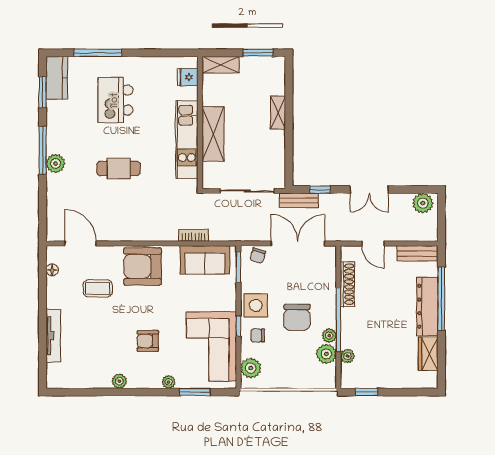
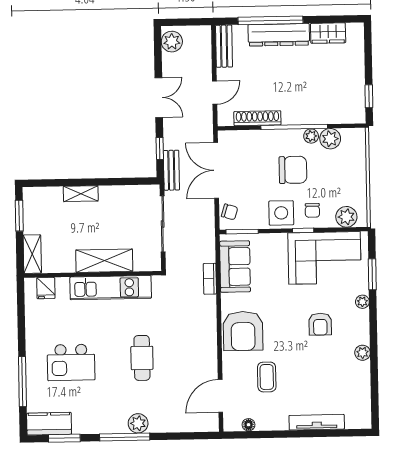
plant: (347, 356) -> (332, 117), removed

